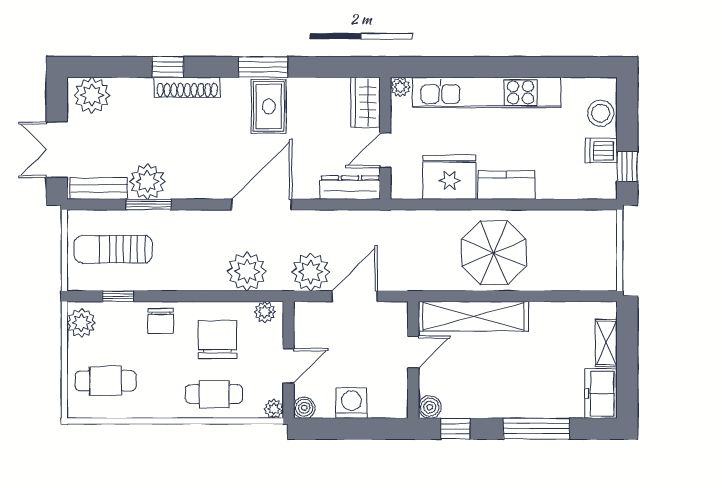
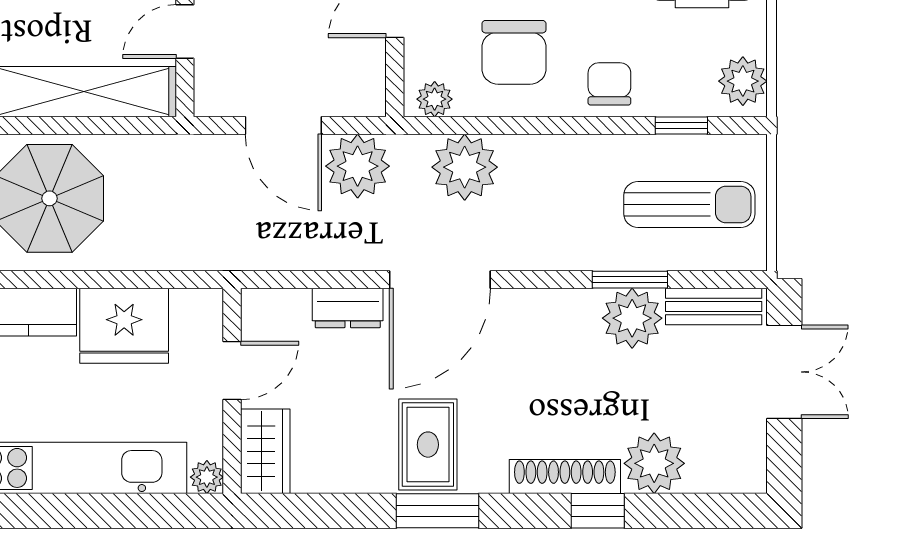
plant: (92, 95) -> (654, 463), moved
dresser: (350, 188) -> (348, 308), moved, width x0.70
door: (355, 296) -> (283, 126), hinge flipped

